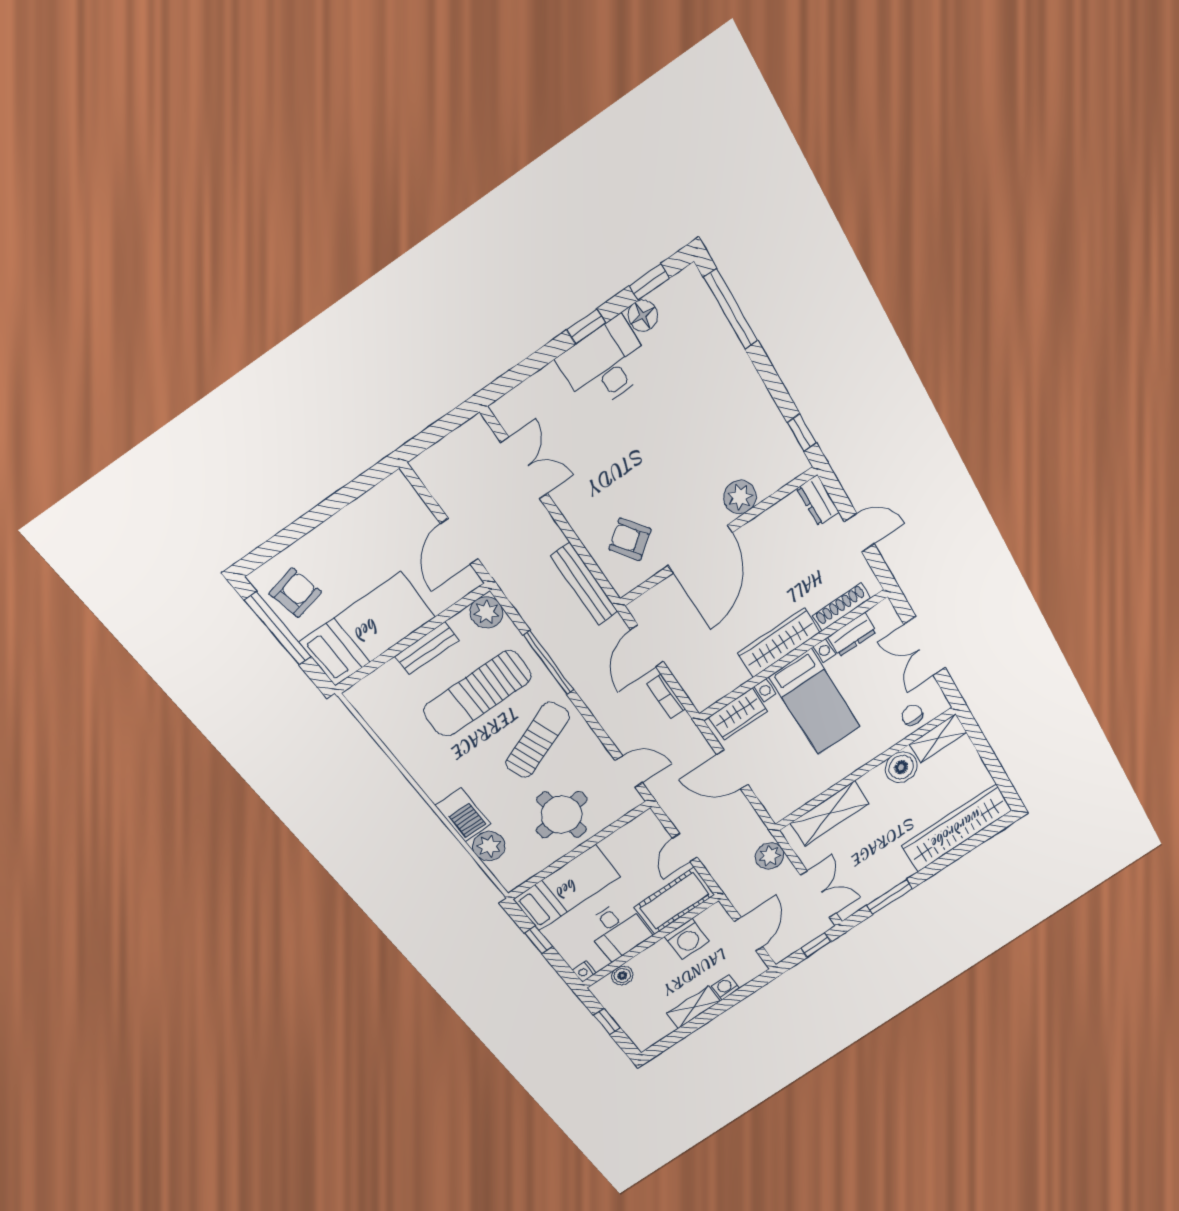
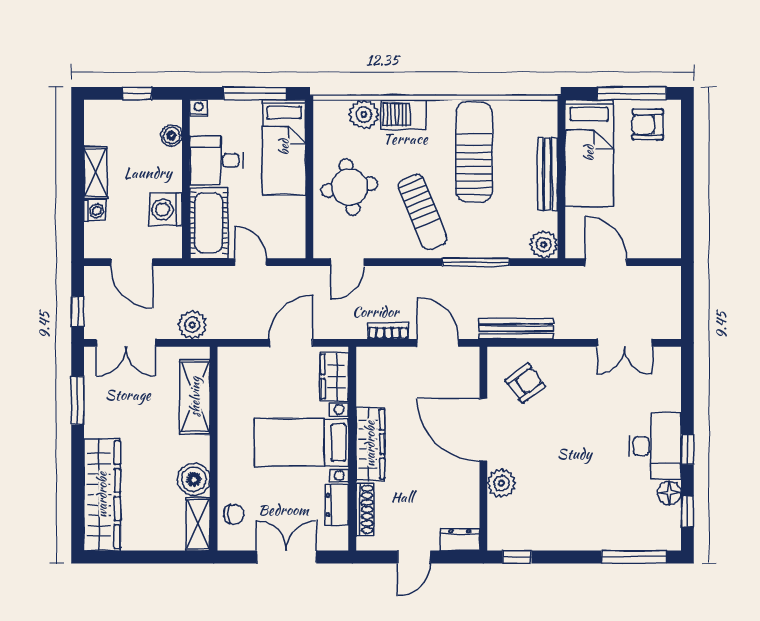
armchair: (295, 593) -> (648, 125), turned 102
bench: (427, 648) -> (547, 174), width x1.36
sun lounger: (477, 693) -> (474, 152), moved
window: (539, 940) -> (255, 93), width x2.17

